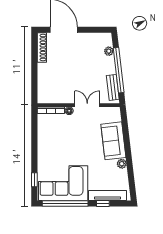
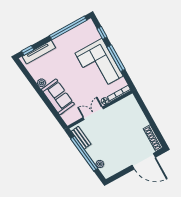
double door: (87, 105) -> (93, 113), swing flipped
window: (34, 147) -> (116, 58), added
corner sofa: (63, 183) -> (99, 65), moved, turned 90
window: (103, 204) -> (28, 50), moved

